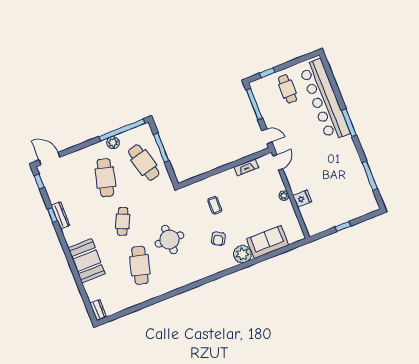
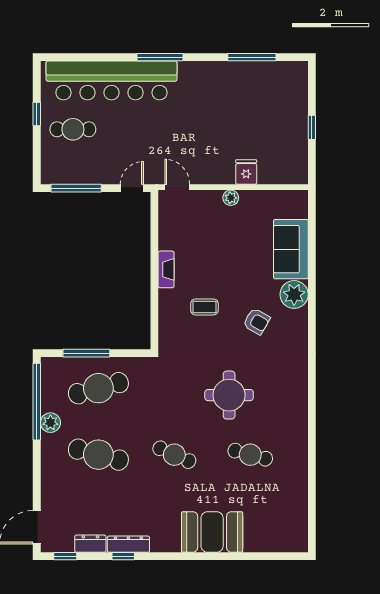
window: (267, 73) -> (37, 114), moved
fireplace: (246, 167) -> (166, 269), moved
cafe table: (140, 265) -> (250, 455), width x0.73, depth x0.74
dresser: (98, 310) -> (90, 544), moved

